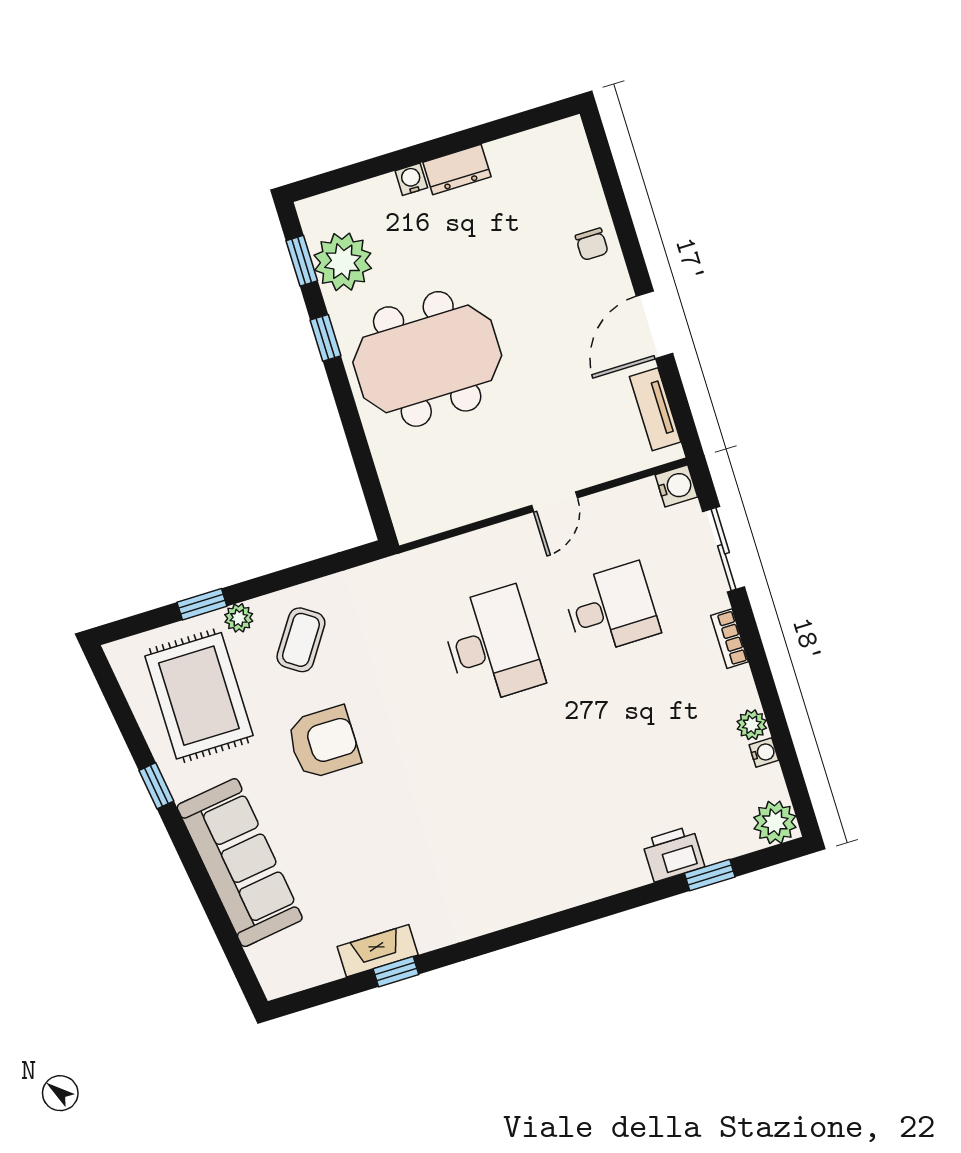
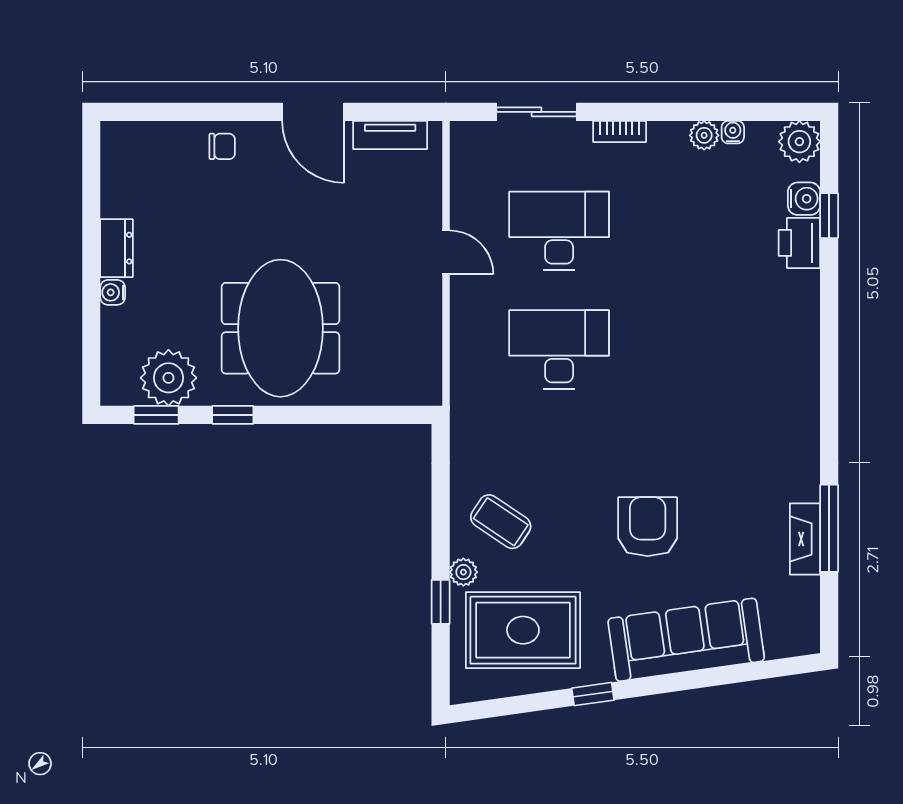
water cooler: (676, 486) -> (804, 199), moved, turned 90
desk: (611, 609) -> (559, 231), width x1.37
armchair: (324, 742) -> (648, 527), moved
window: (396, 972) -> (829, 528), width x2.17

